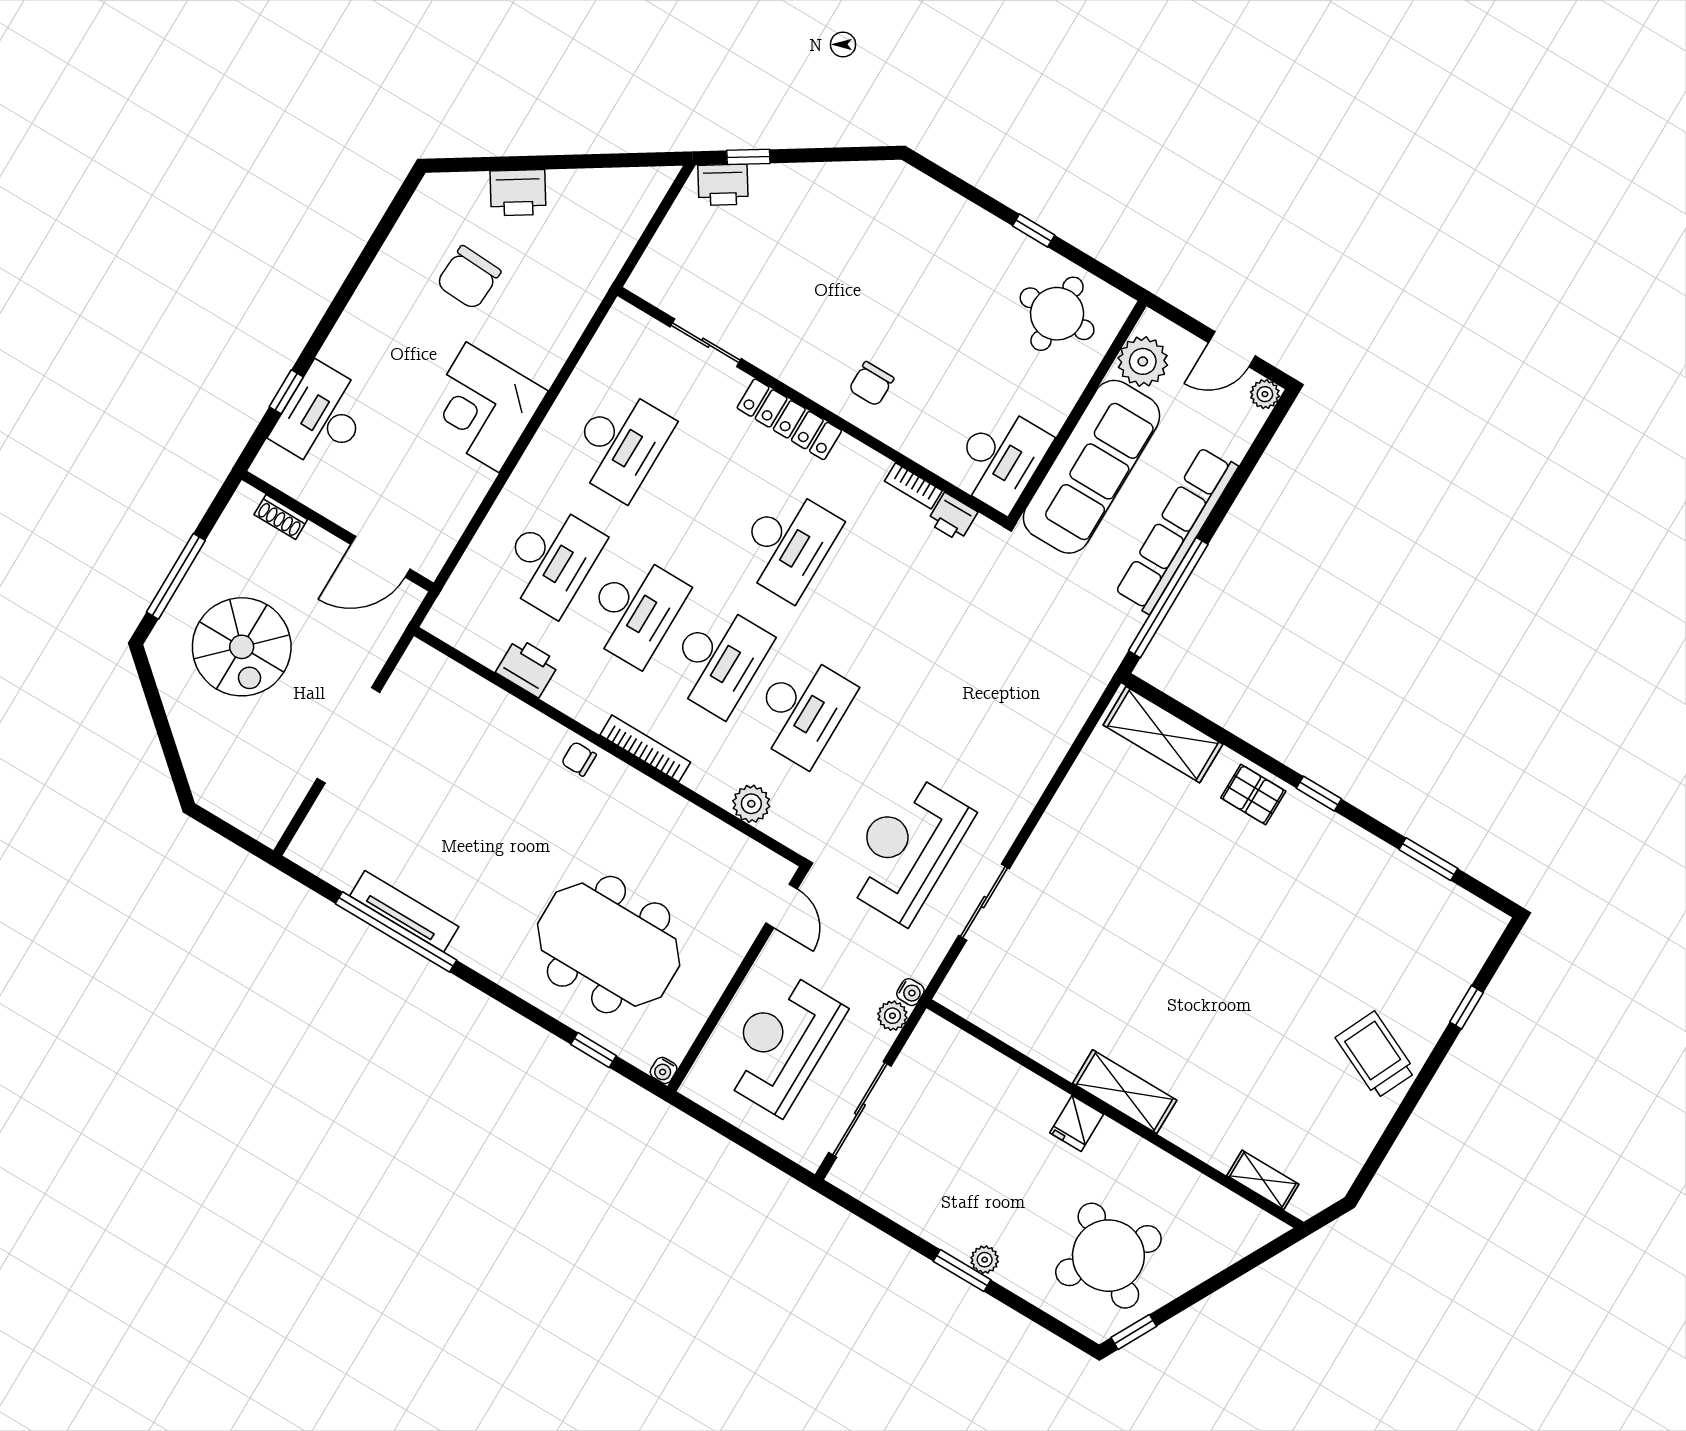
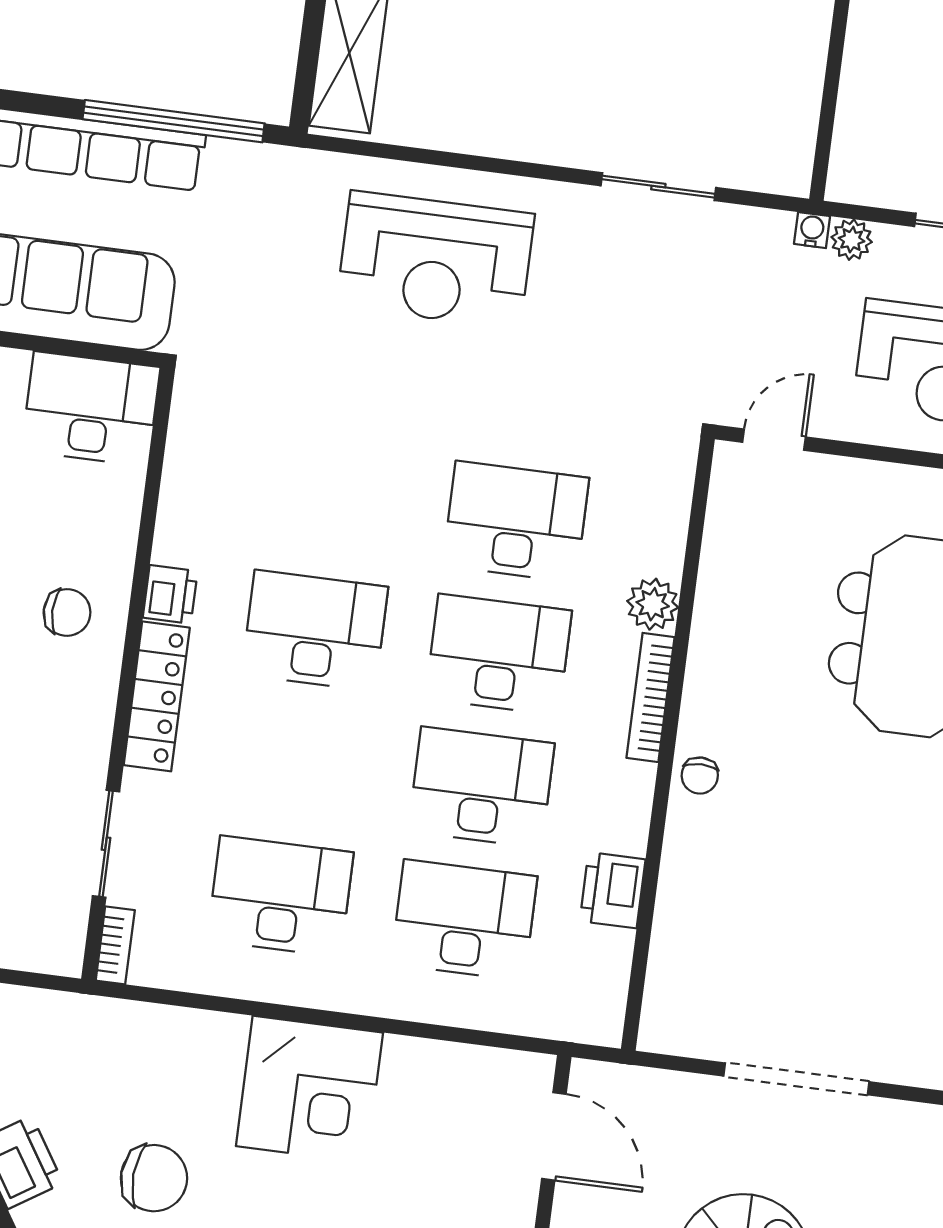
bookcase: (913, 486) -> (115, 945), moved
printer: (952, 517) -> (170, 594), moved
plant: (751, 804) -> (653, 604), moved
reception desk: (906, 849) -> (435, 260), moved

